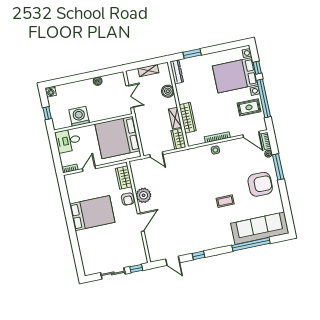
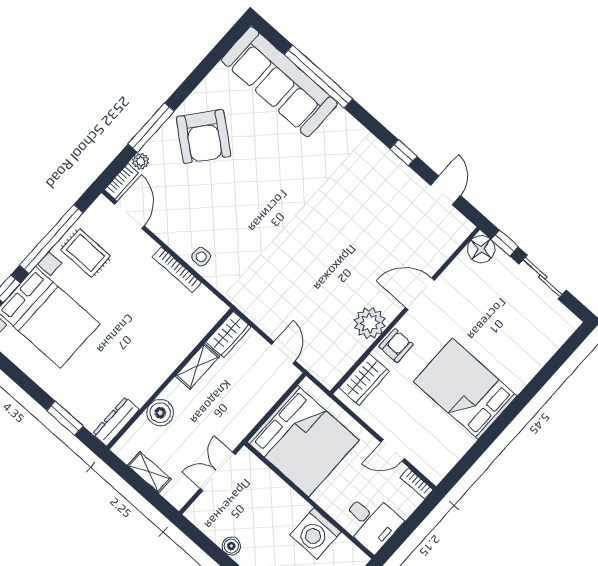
wardrobe: (188, 118) -> (181, 345), removed
armchair: (260, 184) -> (204, 137), turned -141
coffee table: (225, 201) -> (277, 175), removed
floor lamp: (141, 258) -> (481, 249), added

